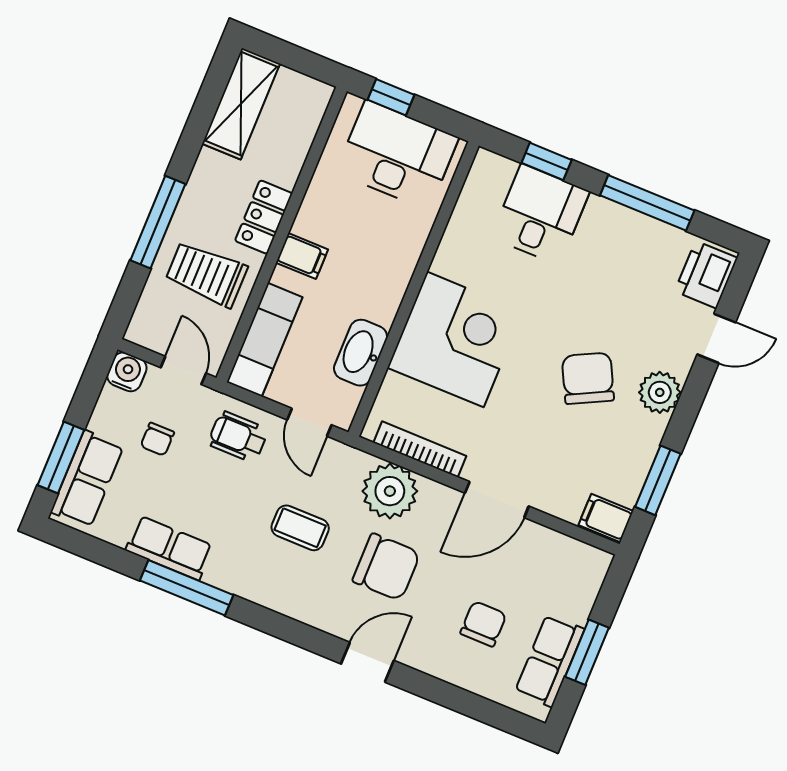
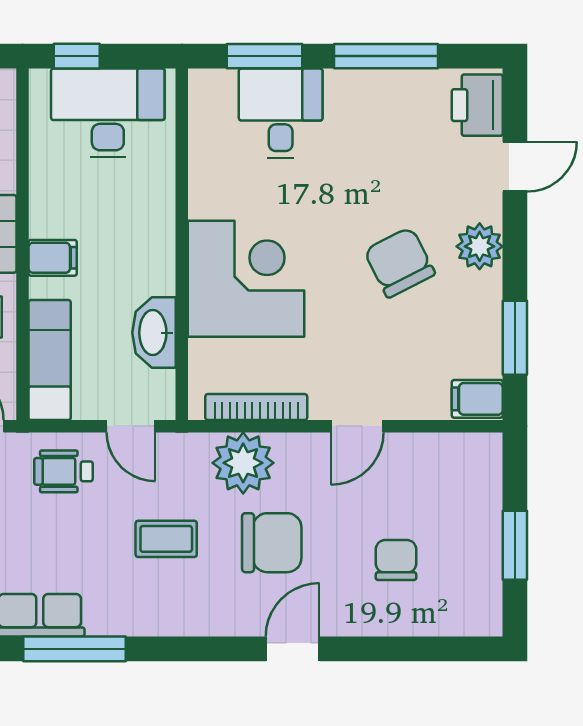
window: (547, 161) -> (265, 56), width x1.50
door: (497, 500) -> (357, 426), width x0.73
row of seats: (550, 661) -> (480, 570), removed

